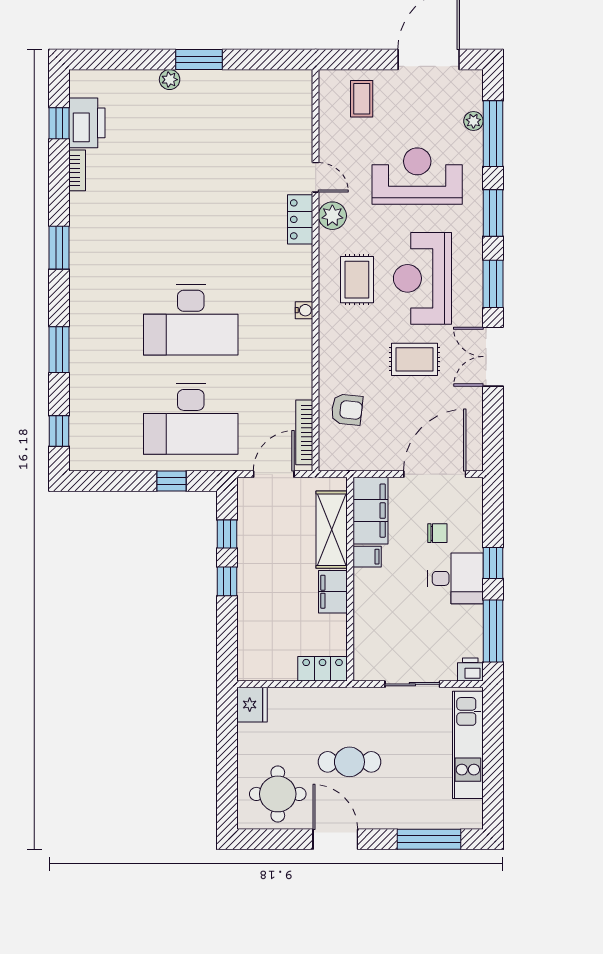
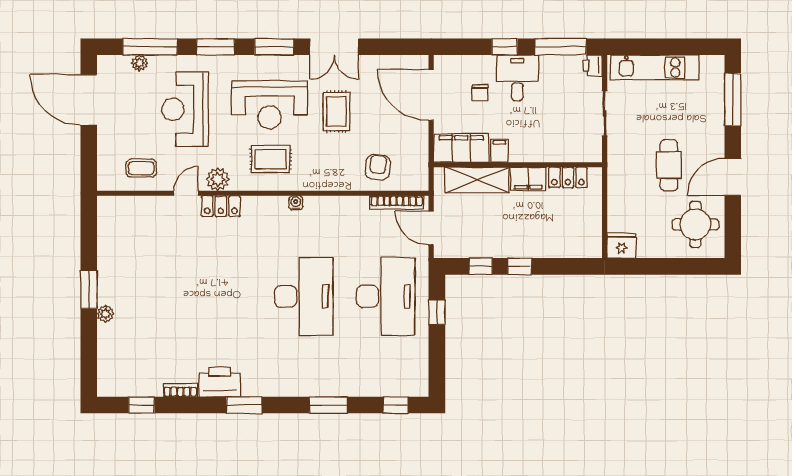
coffee table: (362, 99) -> (141, 168), moved
printer: (87, 123) -> (220, 382), moved
chair: (437, 533) -> (480, 93), turned 180
locker: (323, 669) -> (568, 177), moved, turned -90

